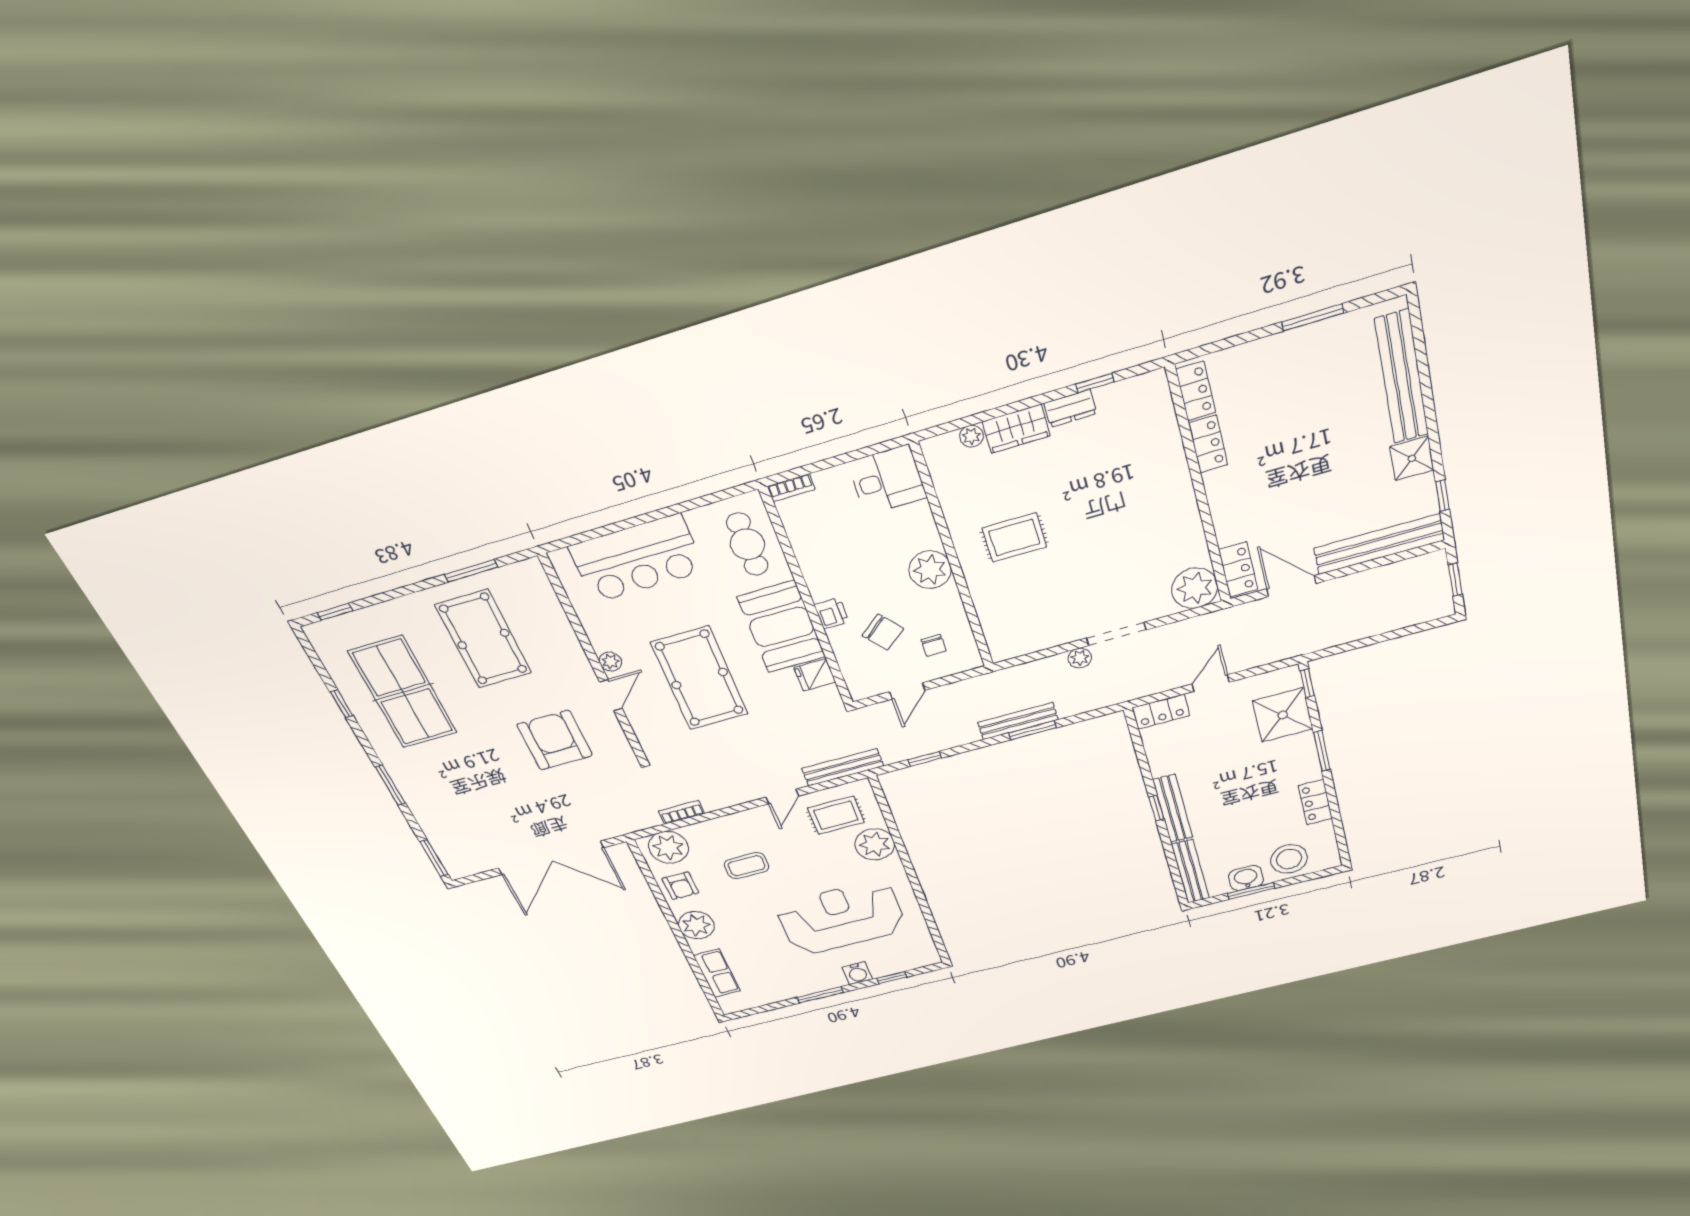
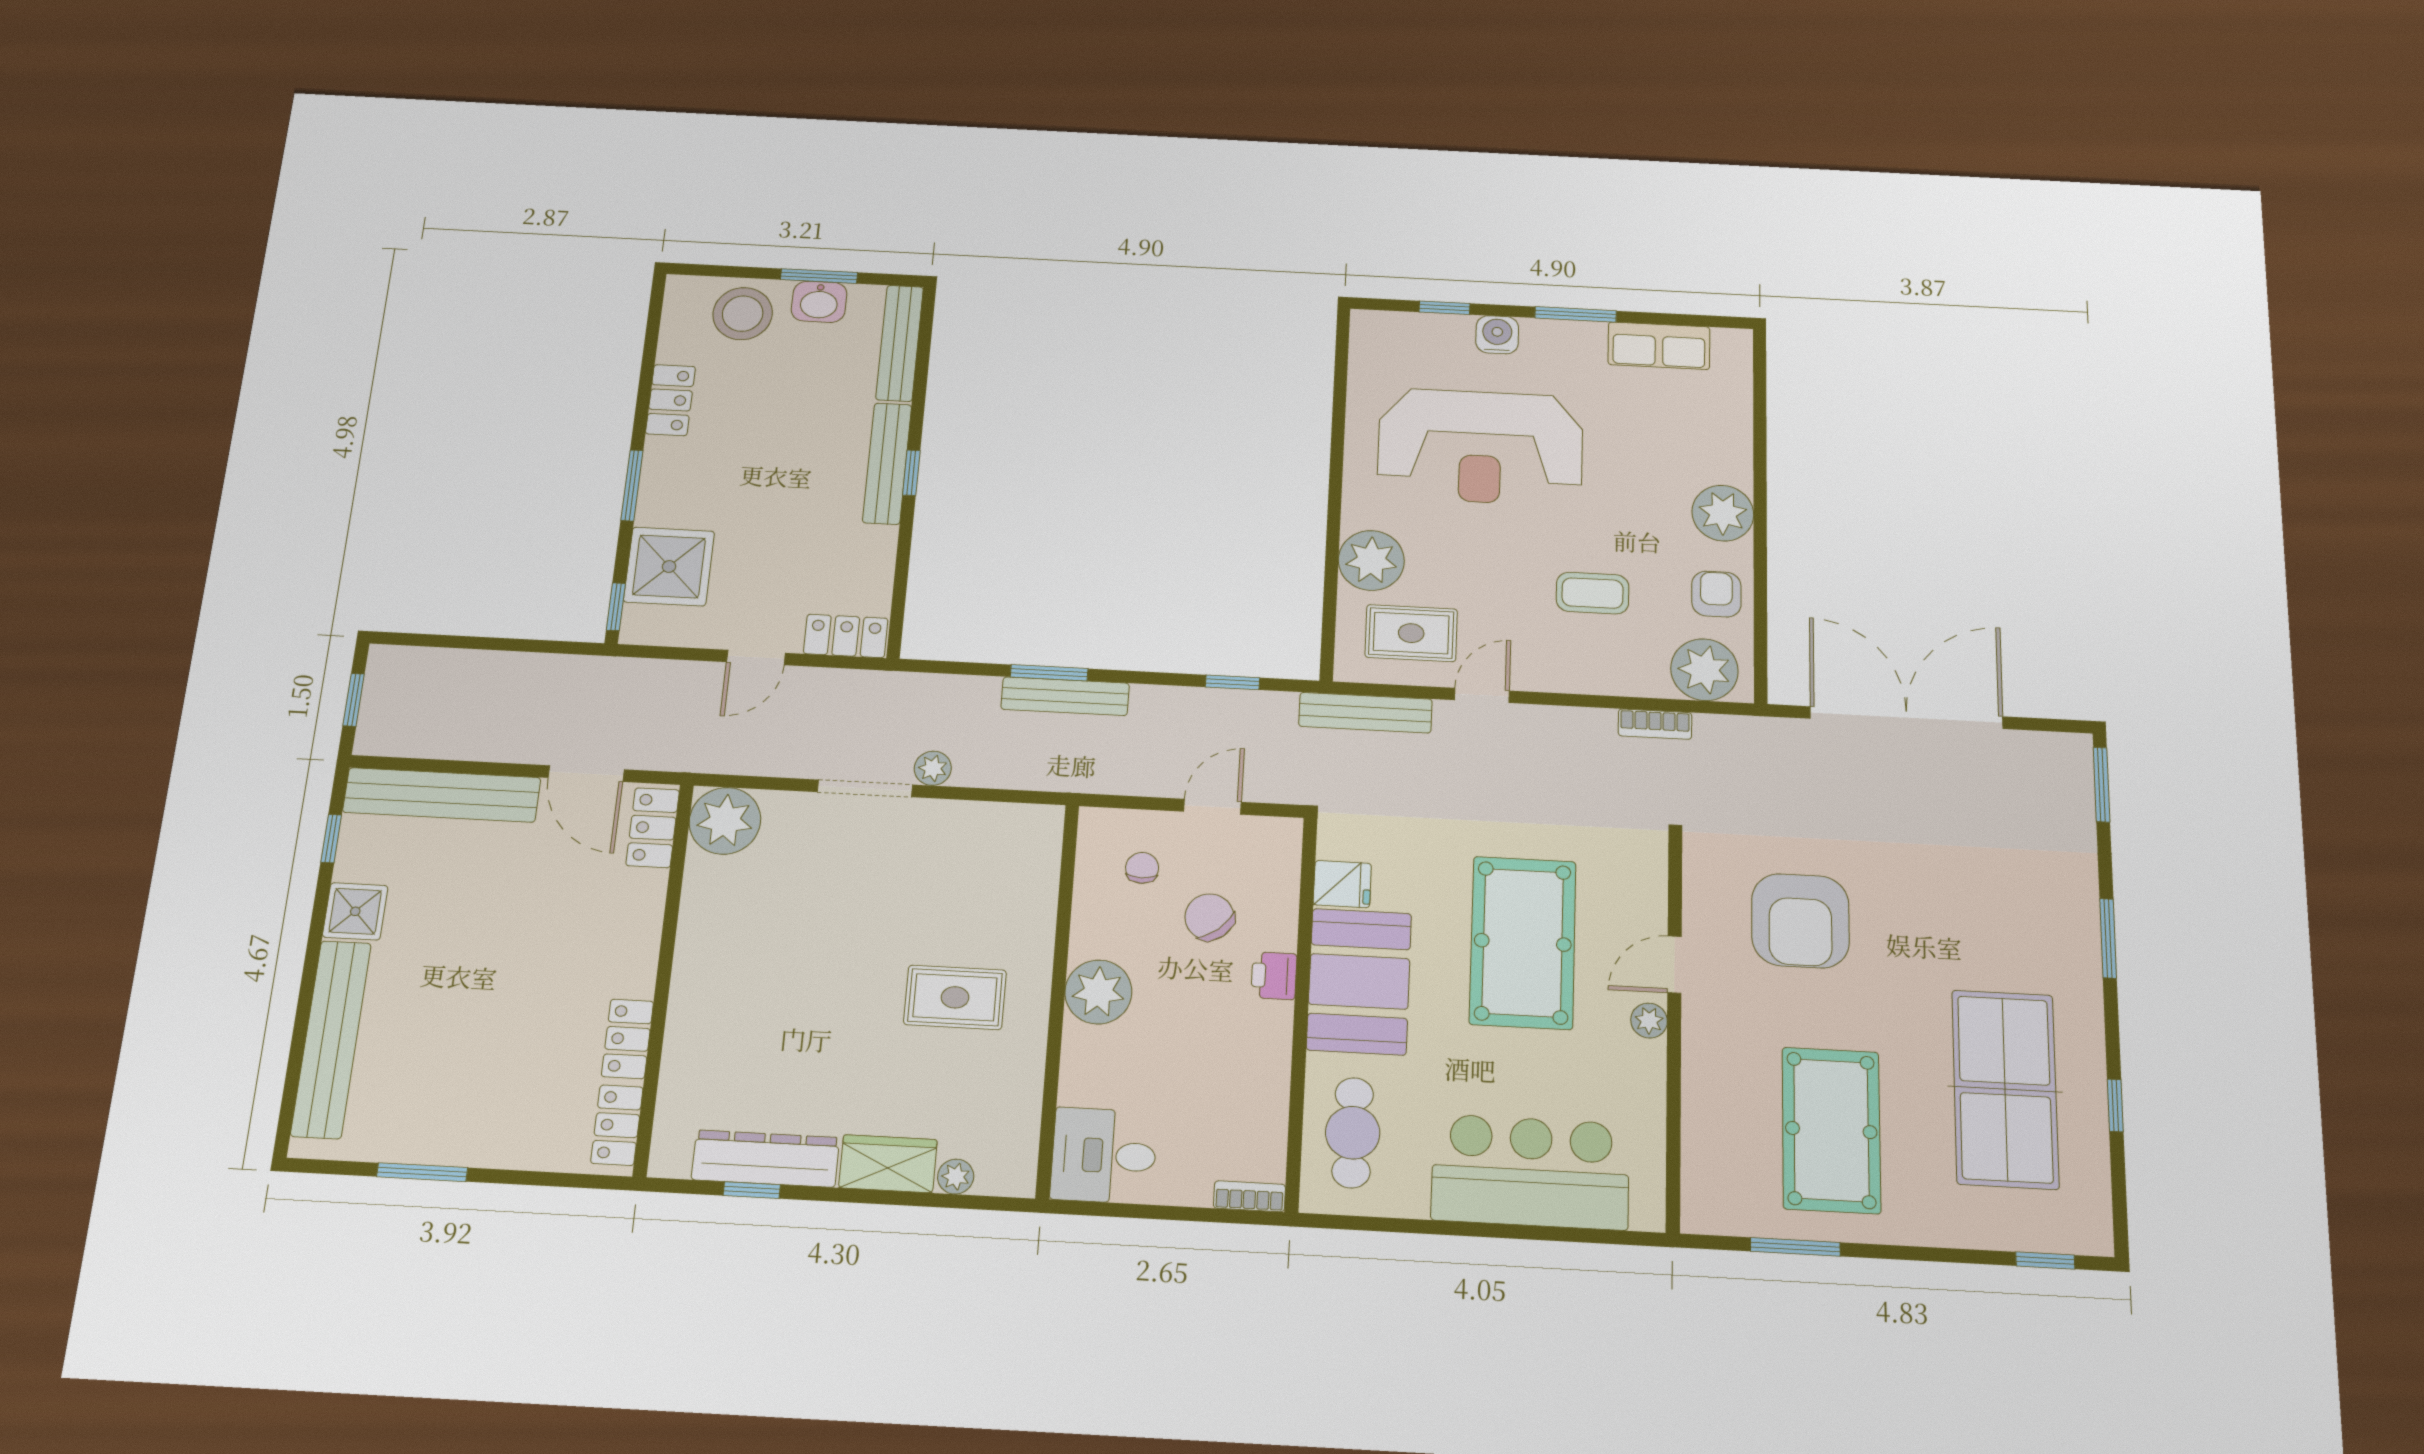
dresser: (1070, 408) -> (766, 1159), width x1.96, depth x1.24
row of seats: (717, 973) -> (1659, 346), moved, turned -90

